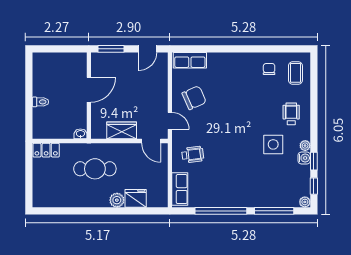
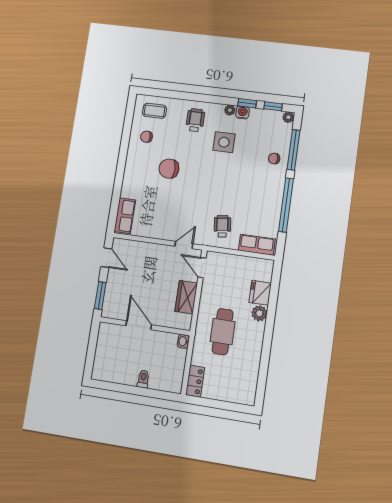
chair: (194, 98) -> (169, 169), moved, turned -66
wheelchair: (291, 114) -> (195, 120), turned 90
door: (151, 141) -> (202, 268), swing flipped
chair: (263, 194) -> (274, 159), added

